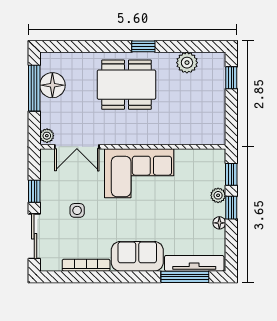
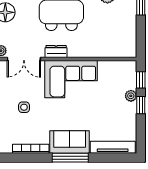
dresser: (119, 137) -> (56, 51), added
floor lamp: (219, 223) -> (132, 117), removed
window: (185, 277) -> (70, 158), moved

